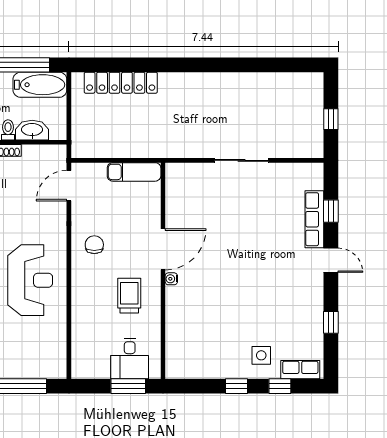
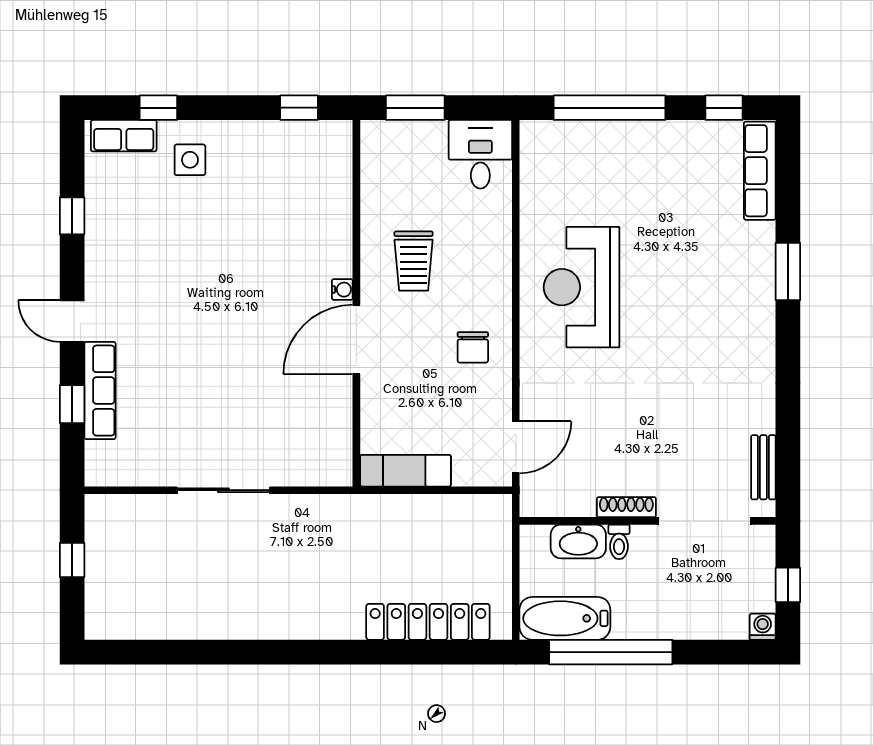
desk: (130, 359) -> (480, 154), moved
window: (236, 386) -> (299, 108), moved

